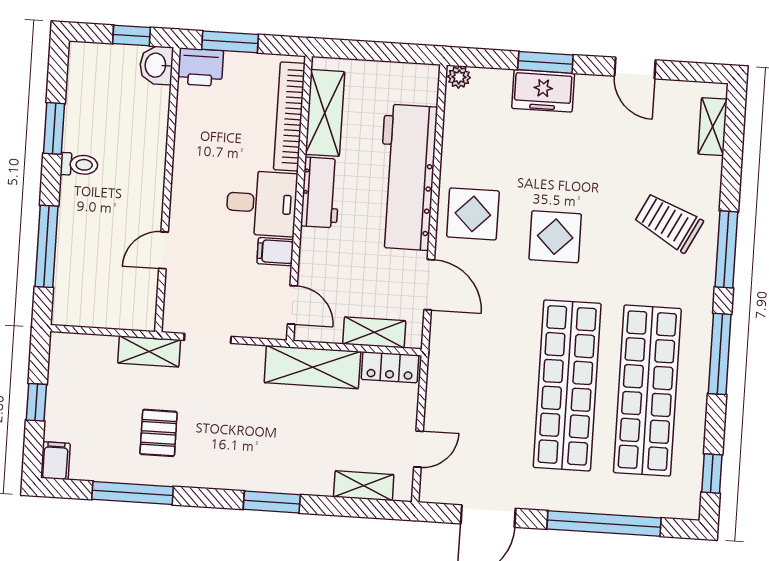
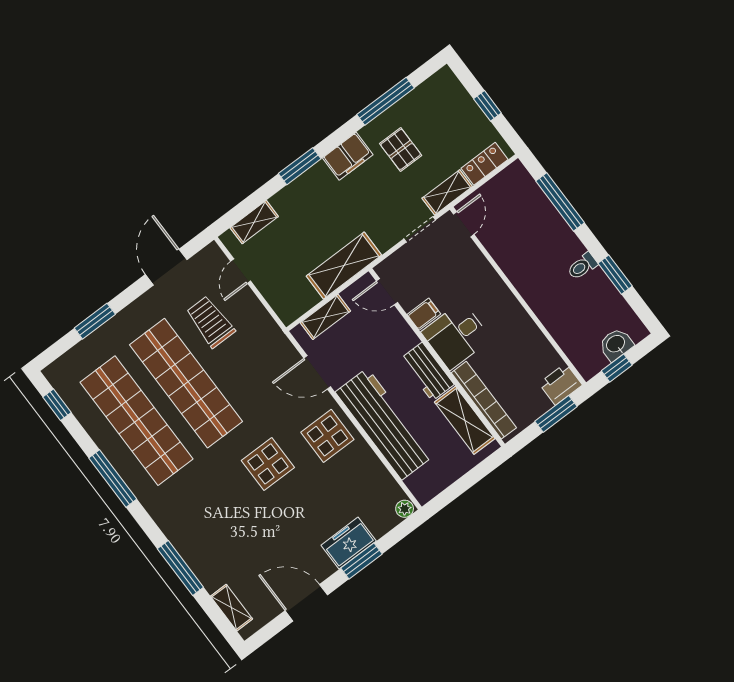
washbasin: (156, 65) -> (616, 344), moved, turned -90
door: (635, 68) -> (306, 603), width x1.38
trolley: (669, 222) -> (210, 322), moved, turned -117
window: (726, 249) -> (180, 568), moved
door: (164, 250) -> (464, 224), moved
locker: (390, 367) -> (485, 164), moved
filing cabinet: (55, 461) -> (348, 156), moved, width x2.00
window: (604, 524) -> (95, 321), width x0.47

